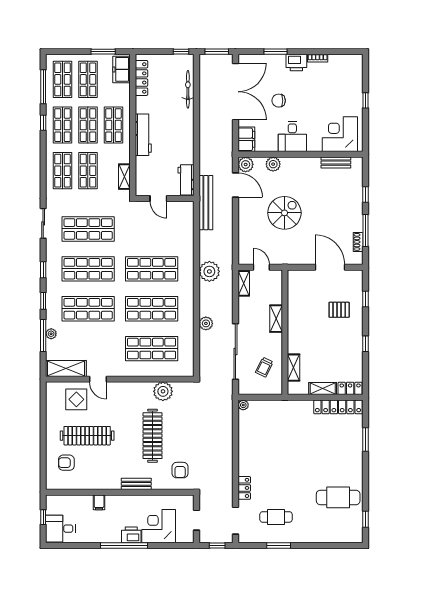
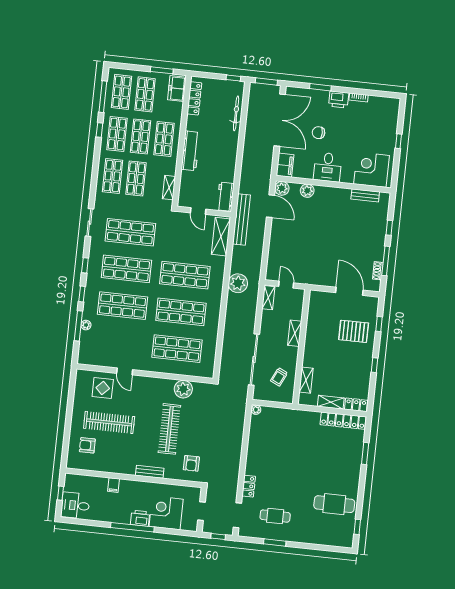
spiral stairs: (284, 213) -> (313, 237), removed
pallet: (339, 310) -> (354, 331), width x1.50, depth x1.42
plant: (206, 323) -> (230, 331), removed
shelving: (66, 368) -> (221, 237), moved, turned 90

